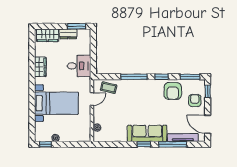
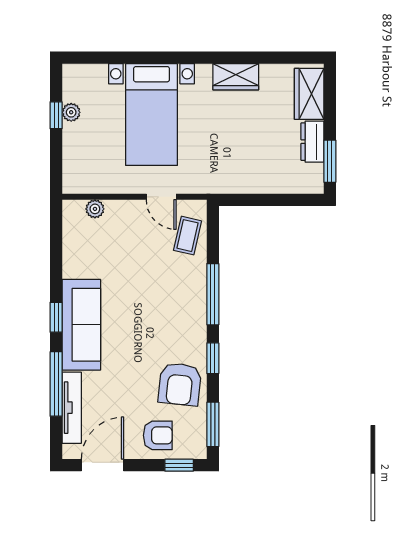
desk: (79, 66) -> (238, 167), removed
armchair: (173, 91) -> (180, 384), turned -84
window: (45, 144) -> (56, 115), moved

